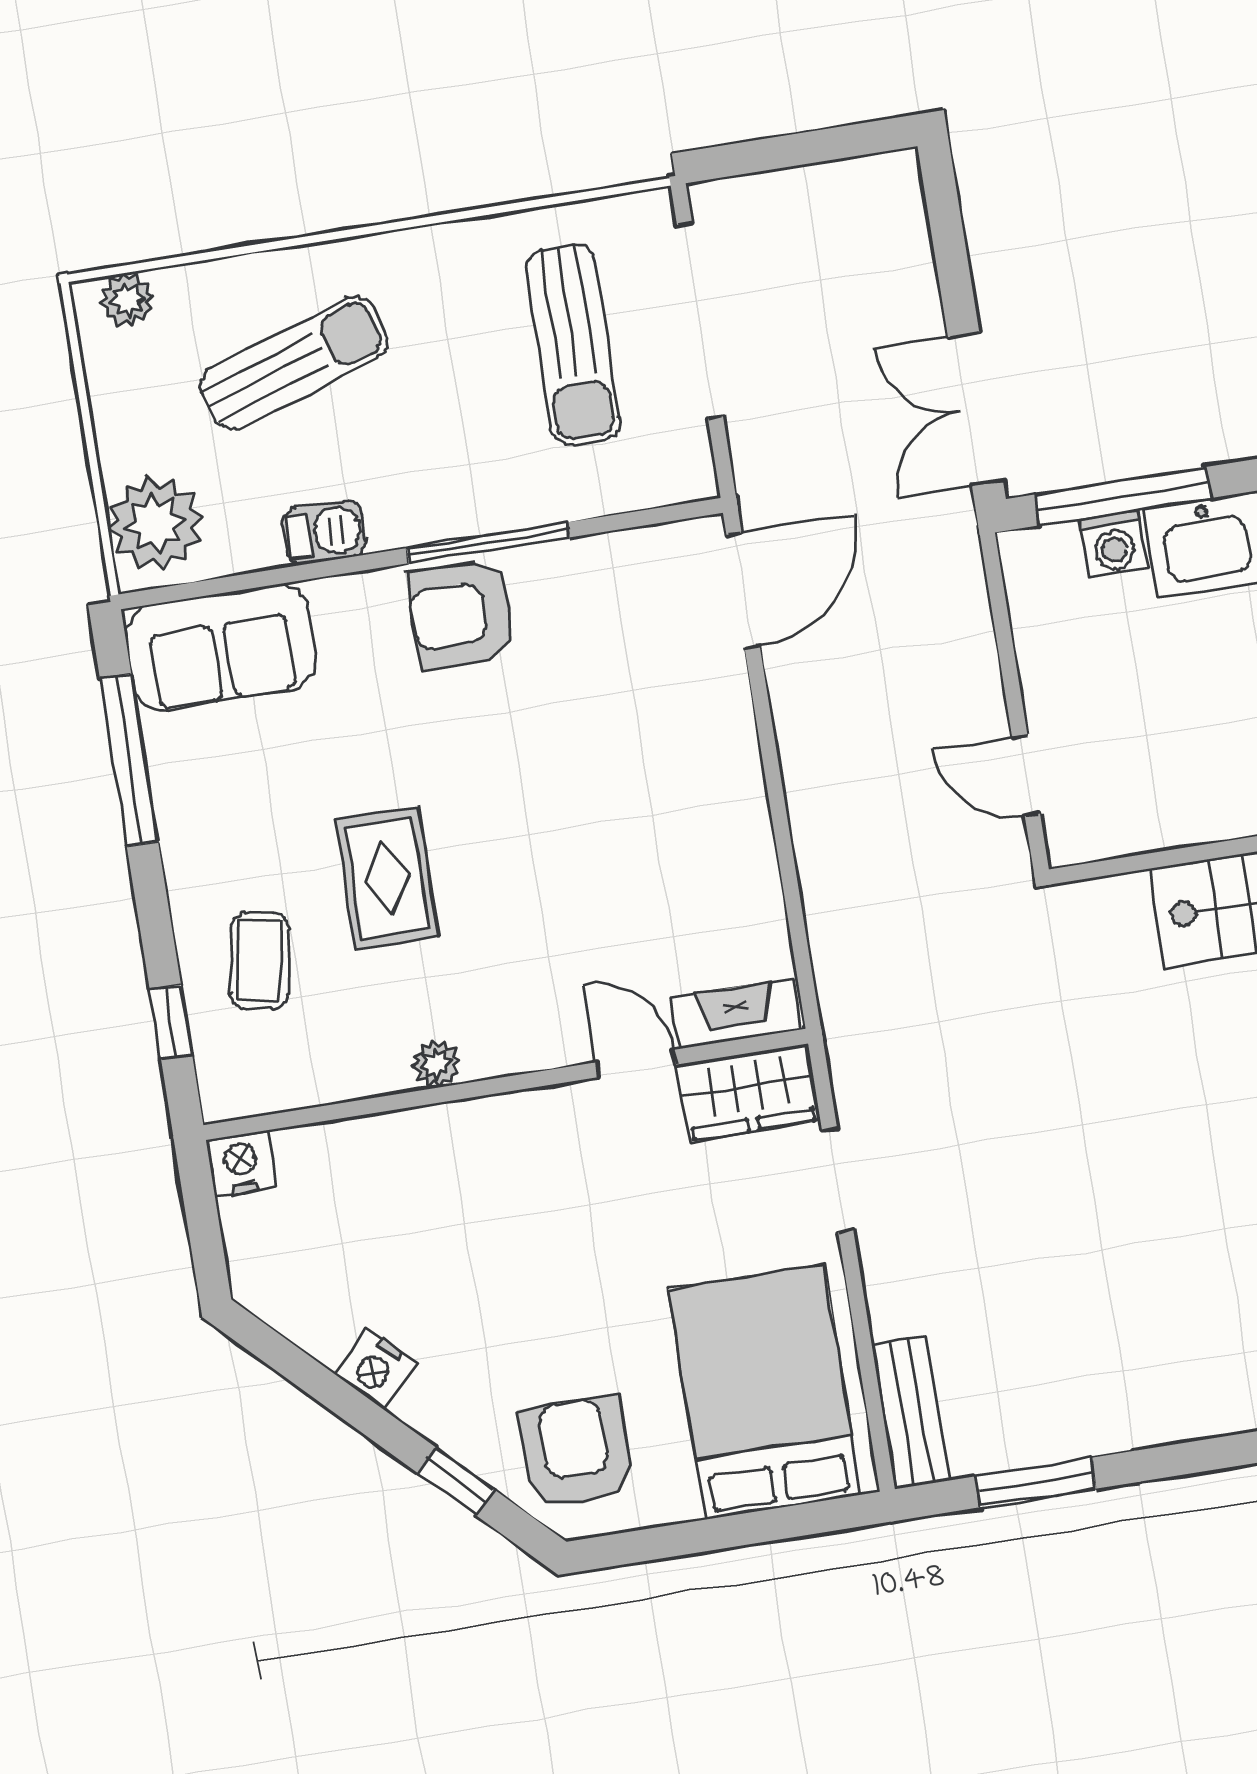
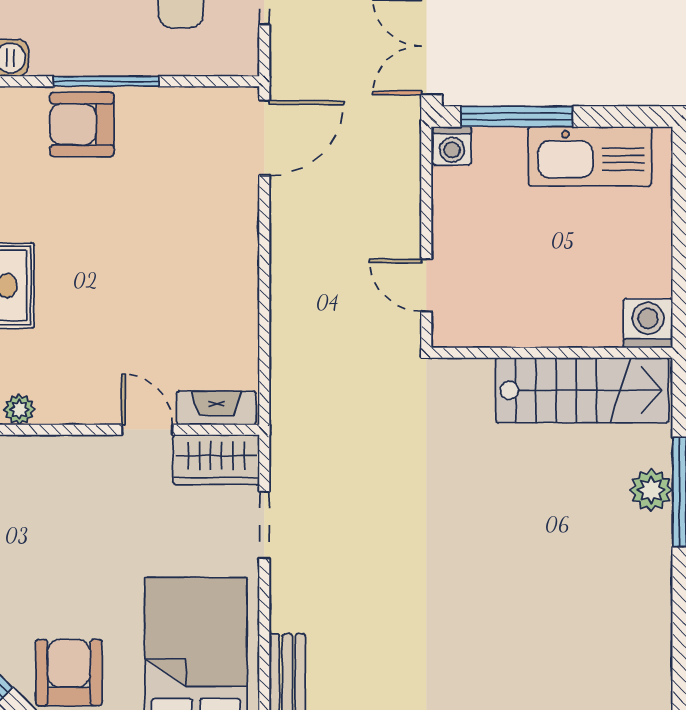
washing machine: (1113, 544) -> (452, 146), moved

